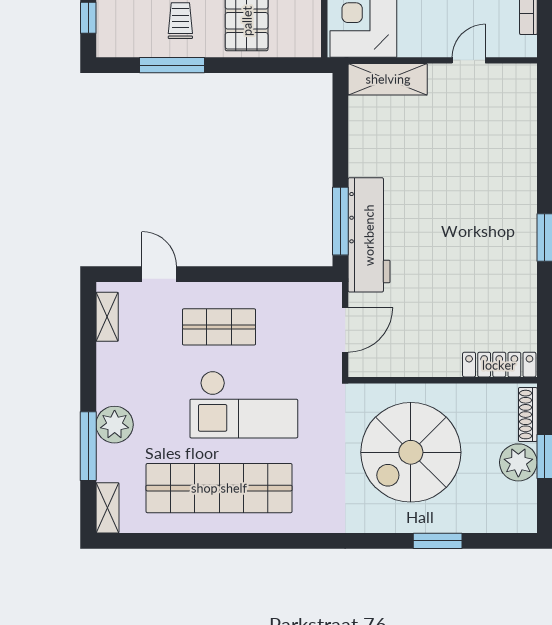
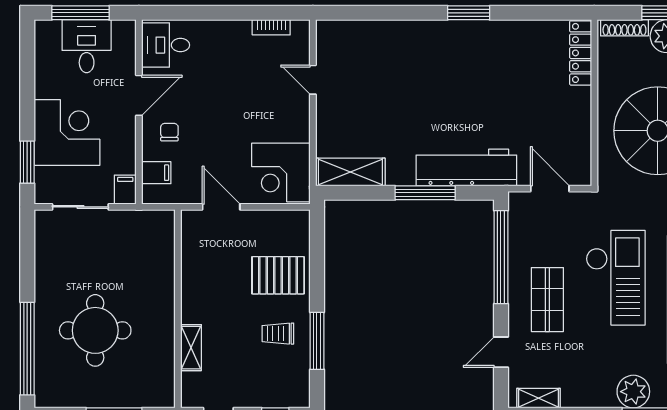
shelving: (388, 79) -> (350, 172), moved, turned 90
window: (340, 221) -> (425, 193), moved
window: (267, 274) -> (501, 257), added

